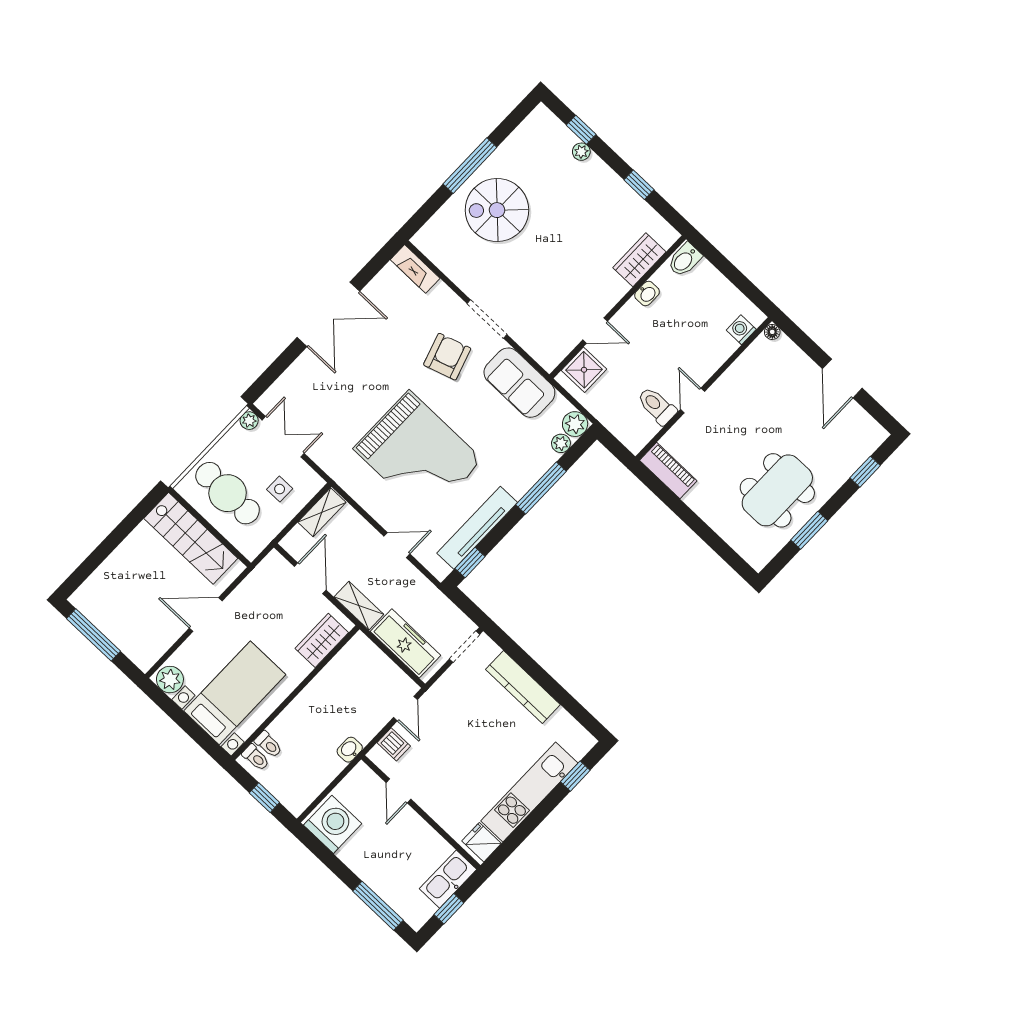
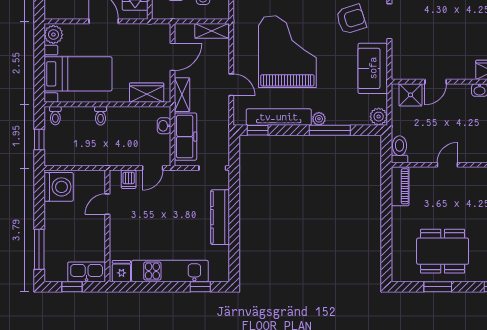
door: (595, 331) -> (436, 82), hinge flipped
toilet: (657, 406) -> (400, 149), moved
plant: (561, 443) -> (319, 119), moved
grand piano: (418, 454) -> (287, 52), turned 180
toilet: (268, 744) -> (101, 116), moved
washbasin: (350, 750) -> (164, 126), moved, turned -90

